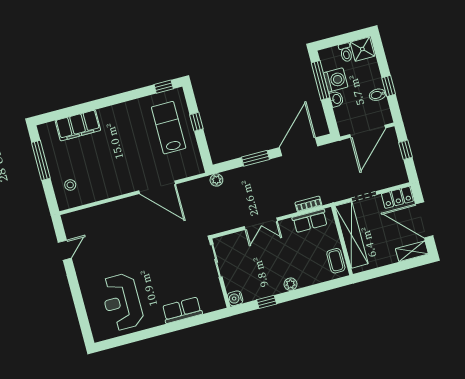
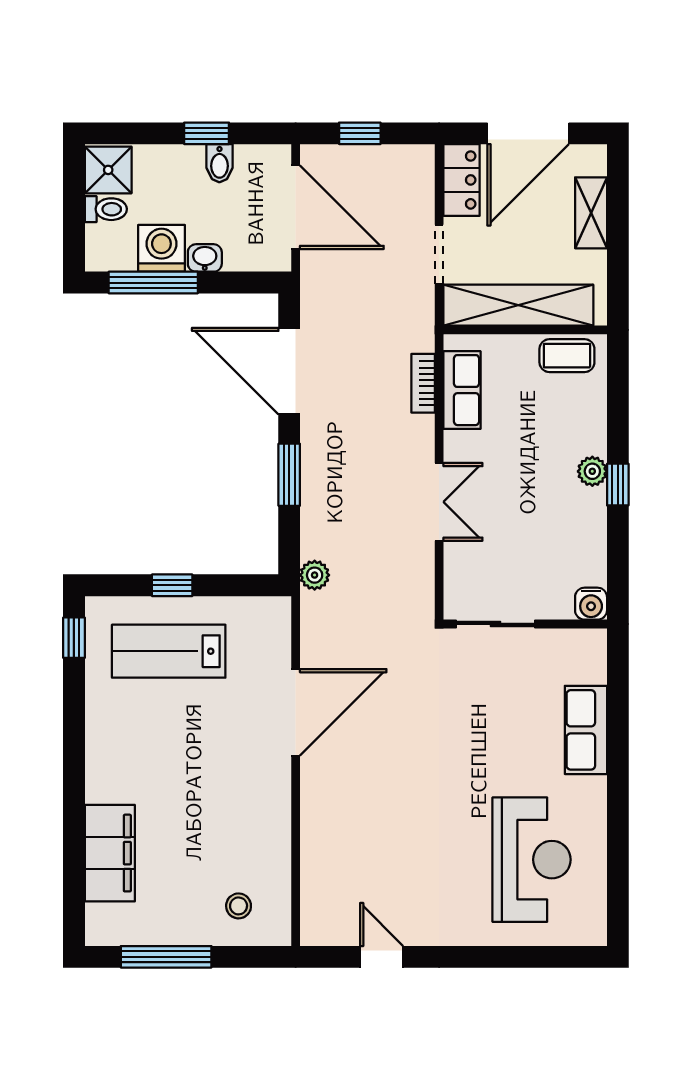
shelving: (412, 251) -> (591, 213), moved
reception desk: (122, 302) -> (532, 860), turned -90
window: (267, 302) -> (618, 485), moved

